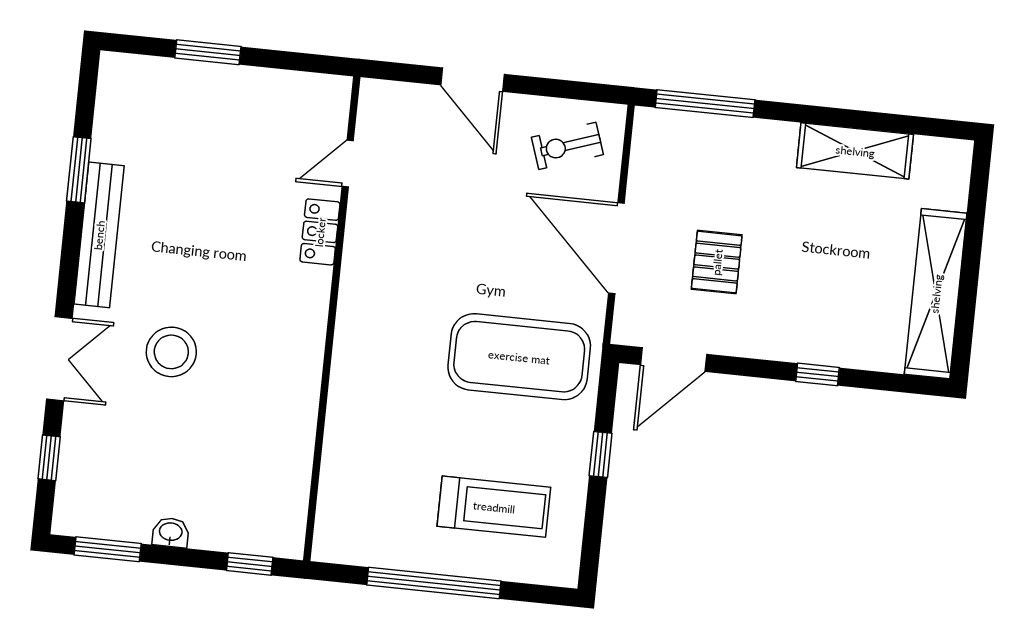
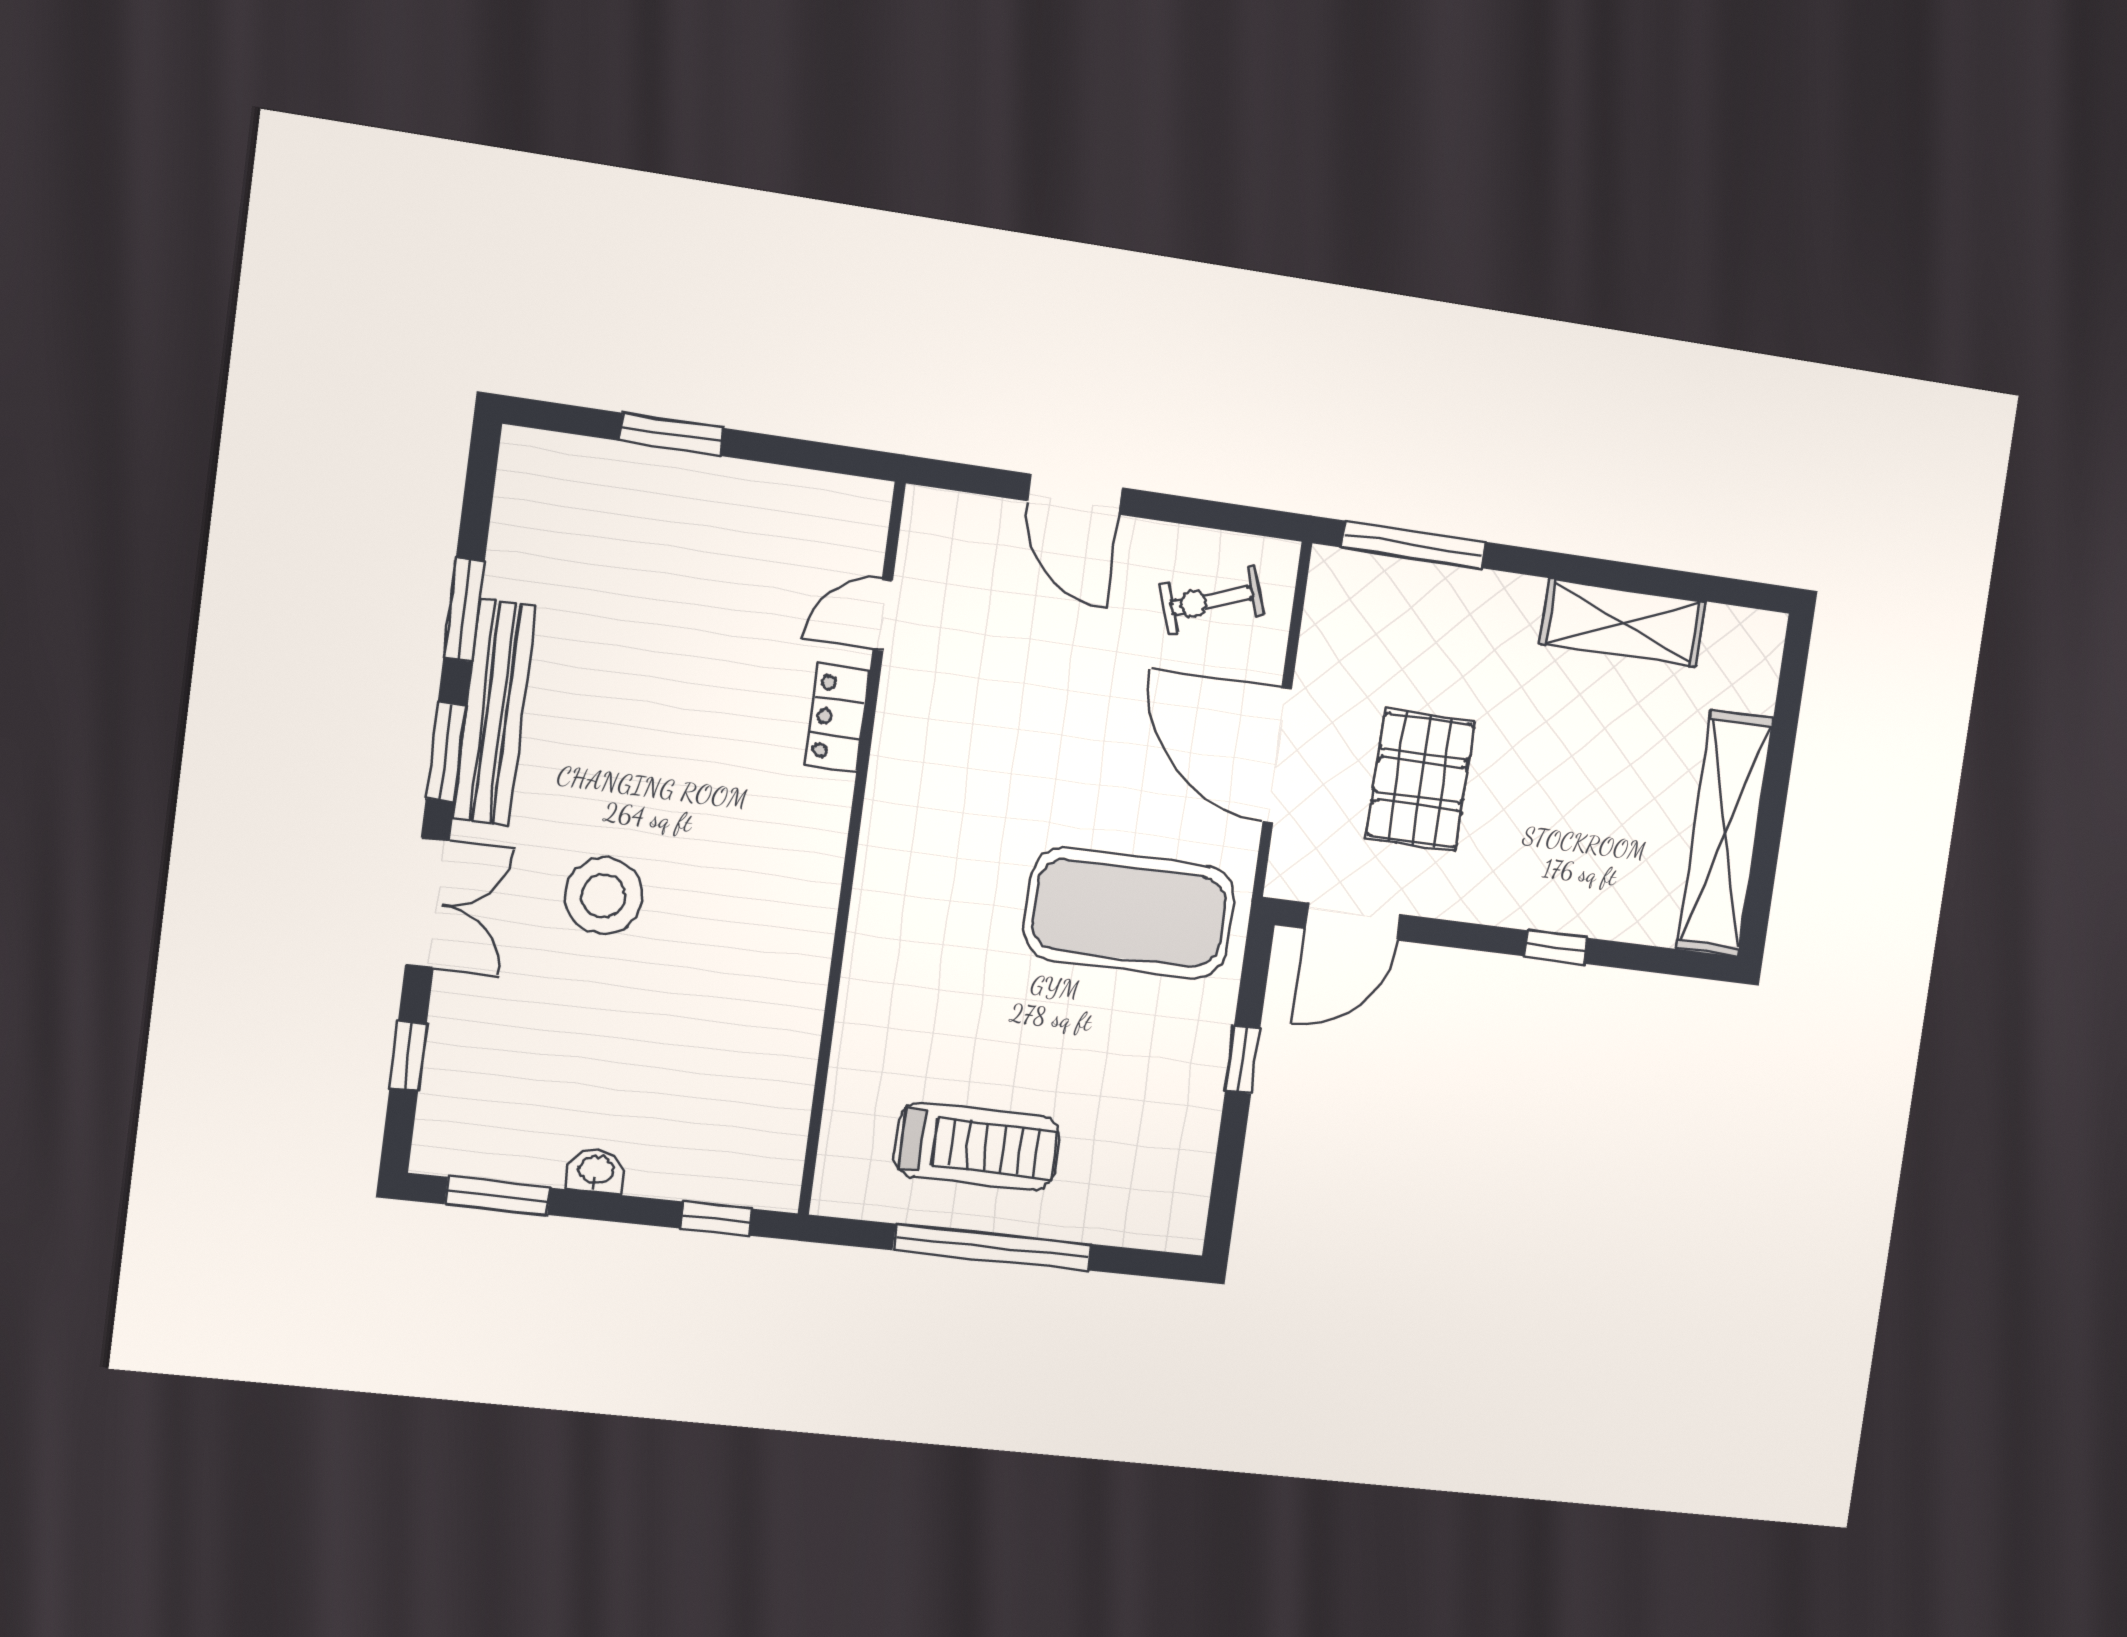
window: (69, 261) -> (446, 752), added
pallet: (717, 262) -> (1421, 780), width x1.50, depth x1.42
treadmill: (494, 507) -> (977, 1146), moved

